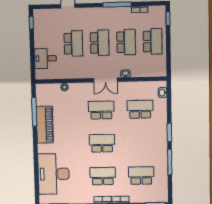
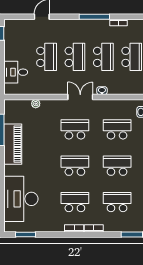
double door: (105, 80) -> (80, 97), swing flipped
school desk: (141, 143) -> (117, 166), added

